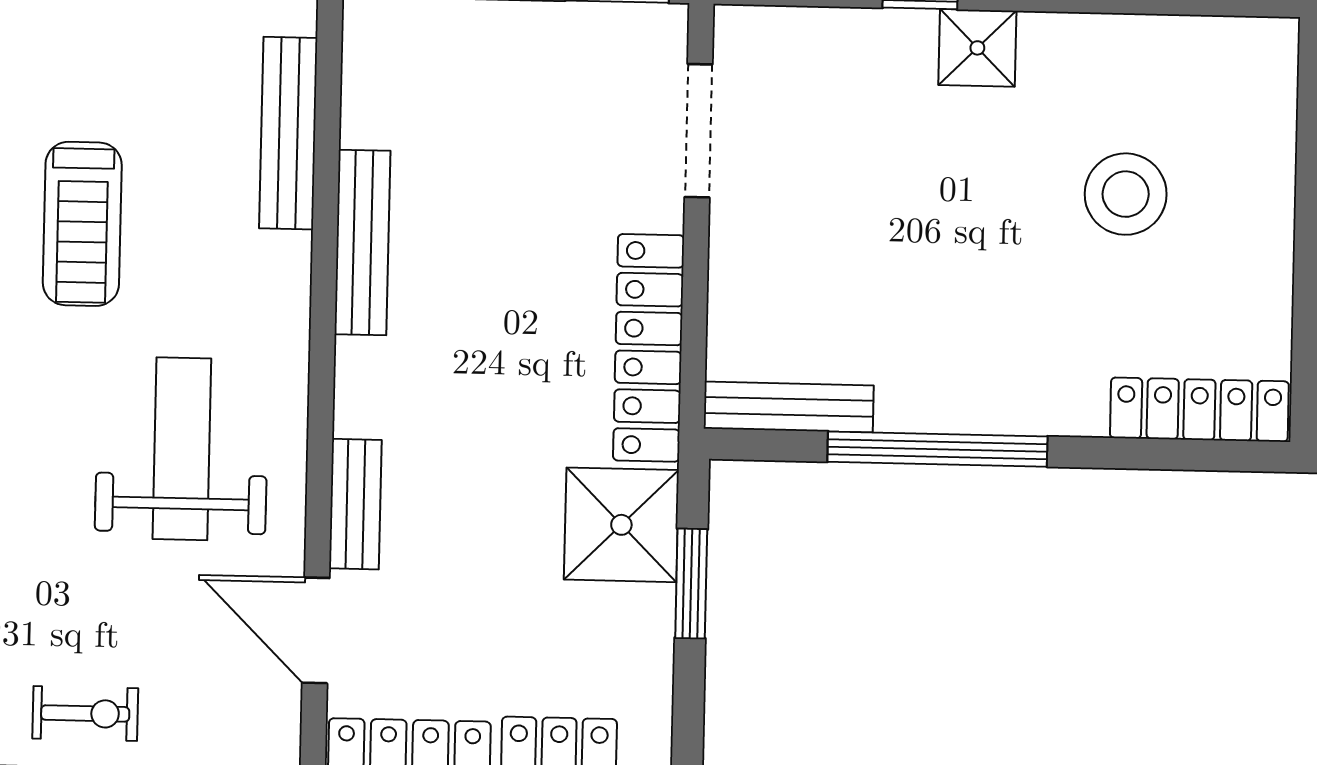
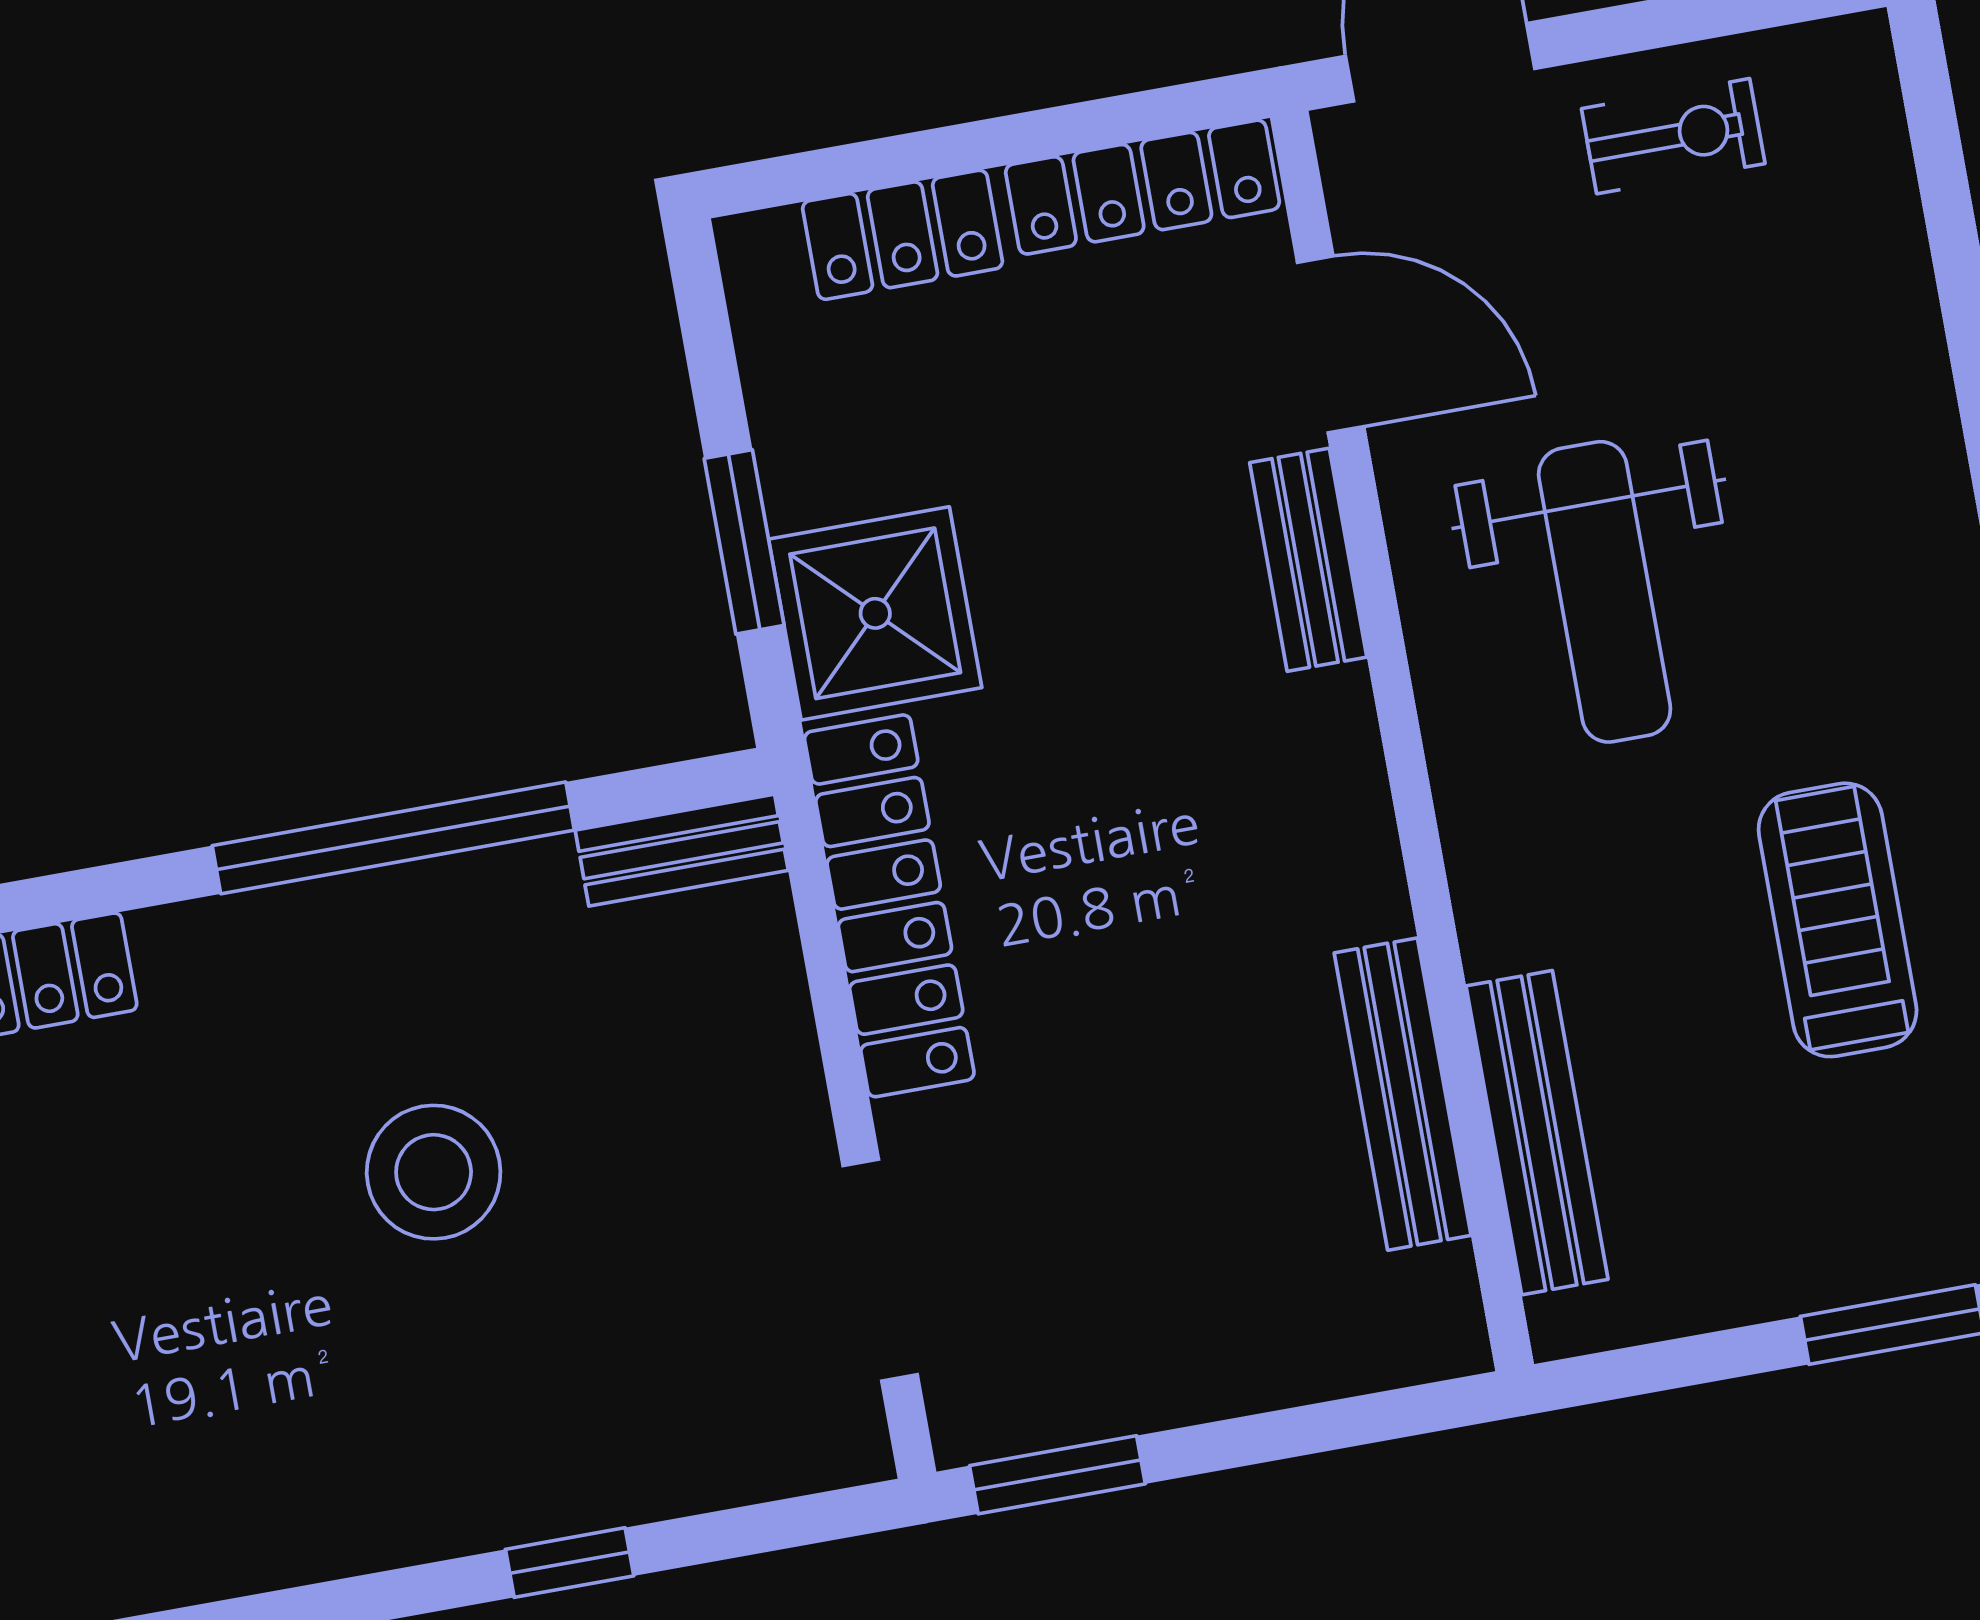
shower: (977, 48) -> (460, 1494), removed
stool: (1126, 194) -> (434, 1172), moved
bench: (362, 243) -> (1403, 1094), moved
bench: (789, 407) -> (682, 850), width x0.73
exercise bike: (85, 713) -> (1673, 136), turned 180

